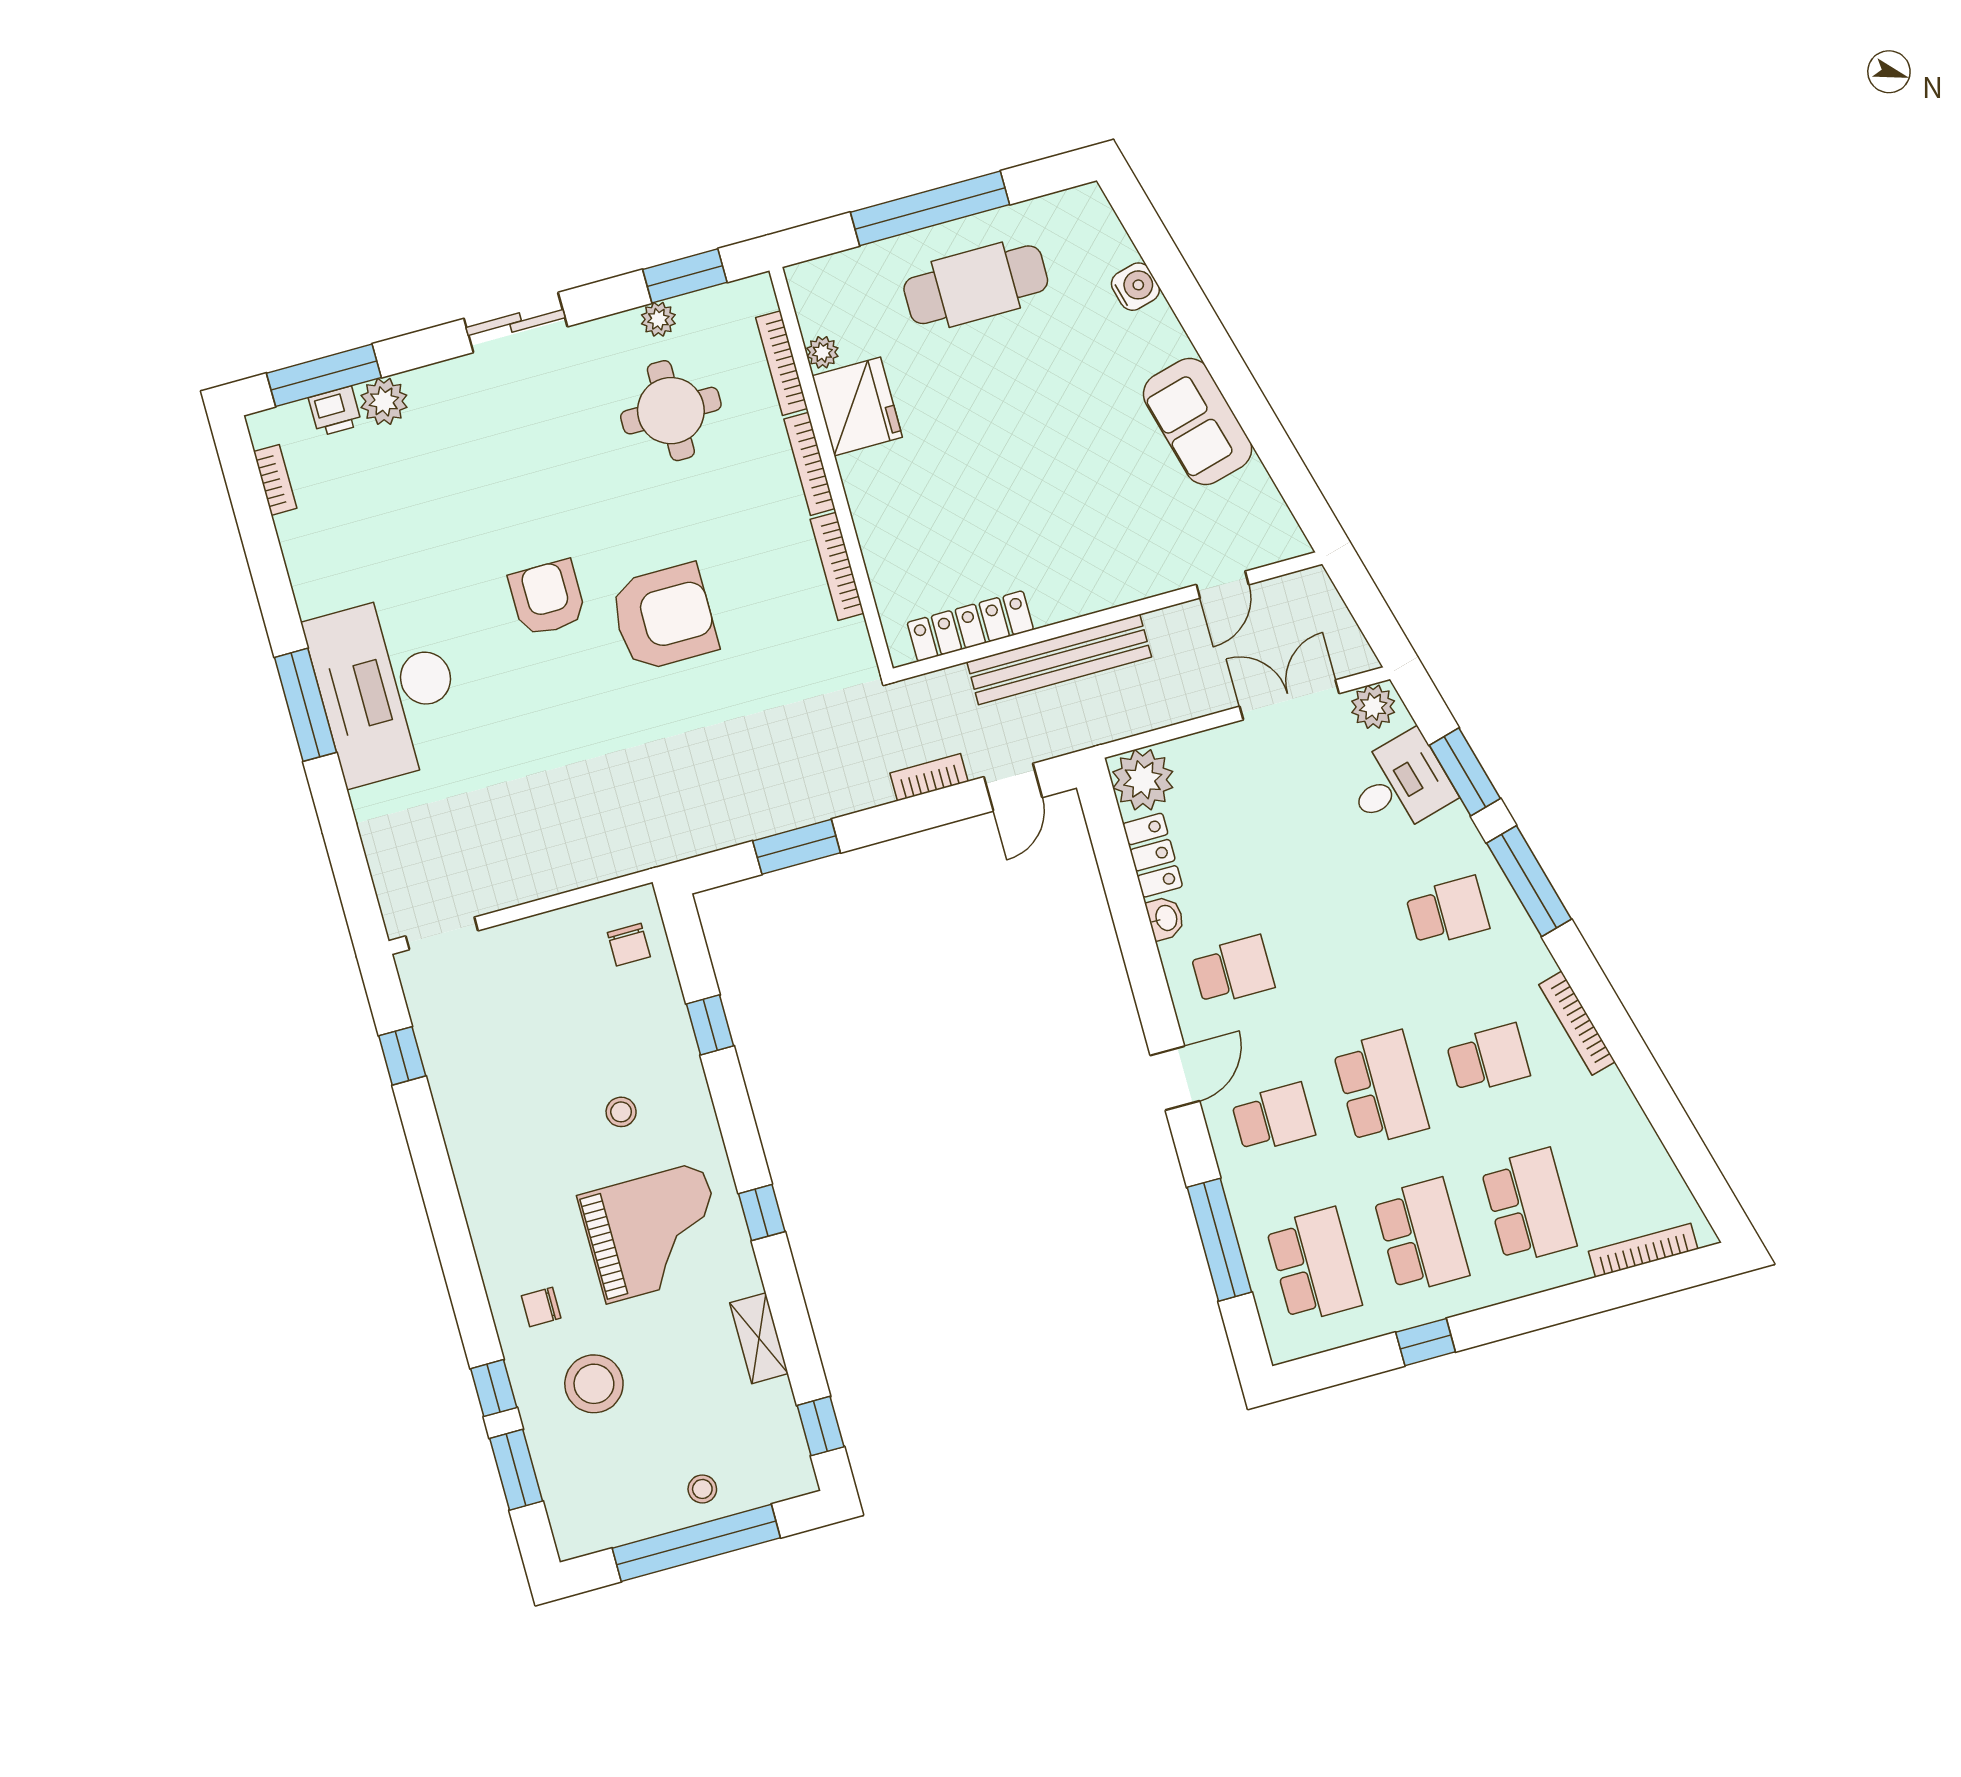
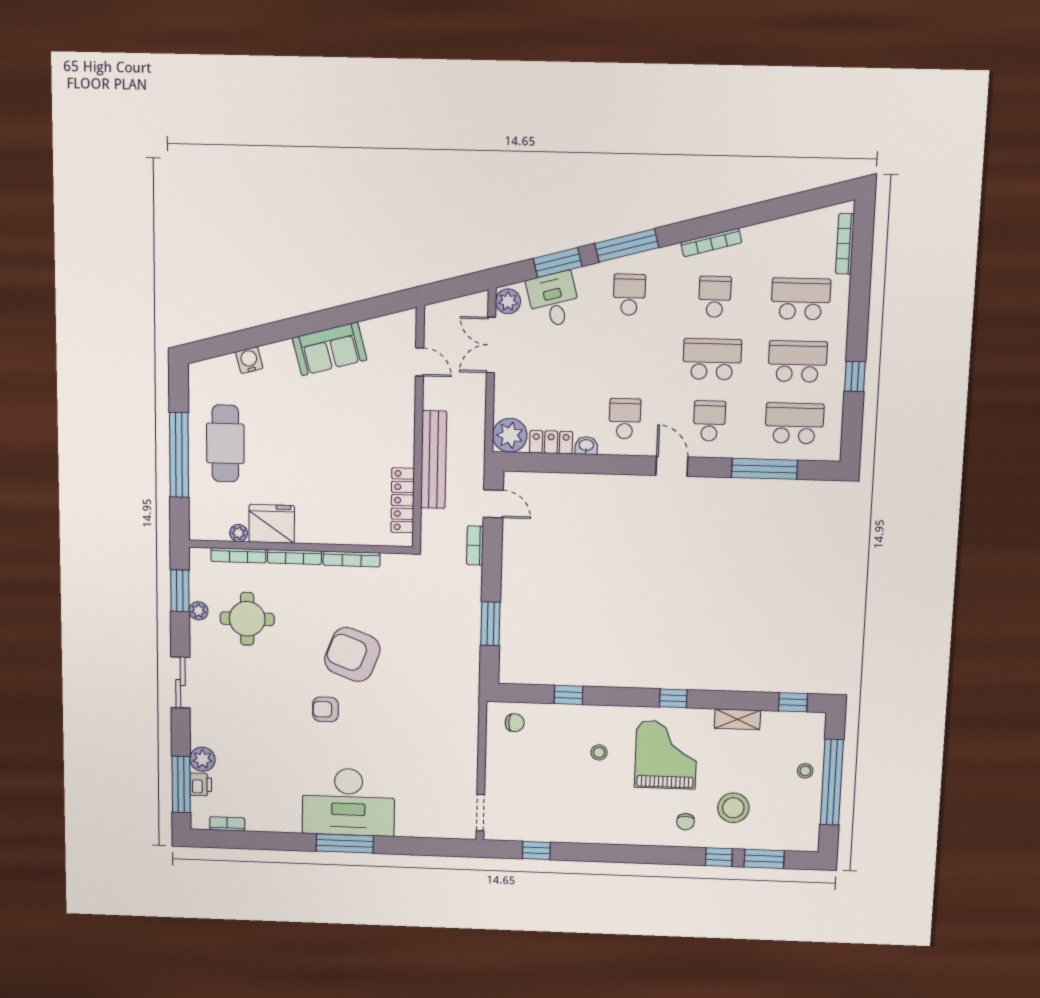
armchair: (547, 598) -> (325, 709), width x0.72, depth x0.72
armchair: (664, 617) -> (352, 654), turned -69

